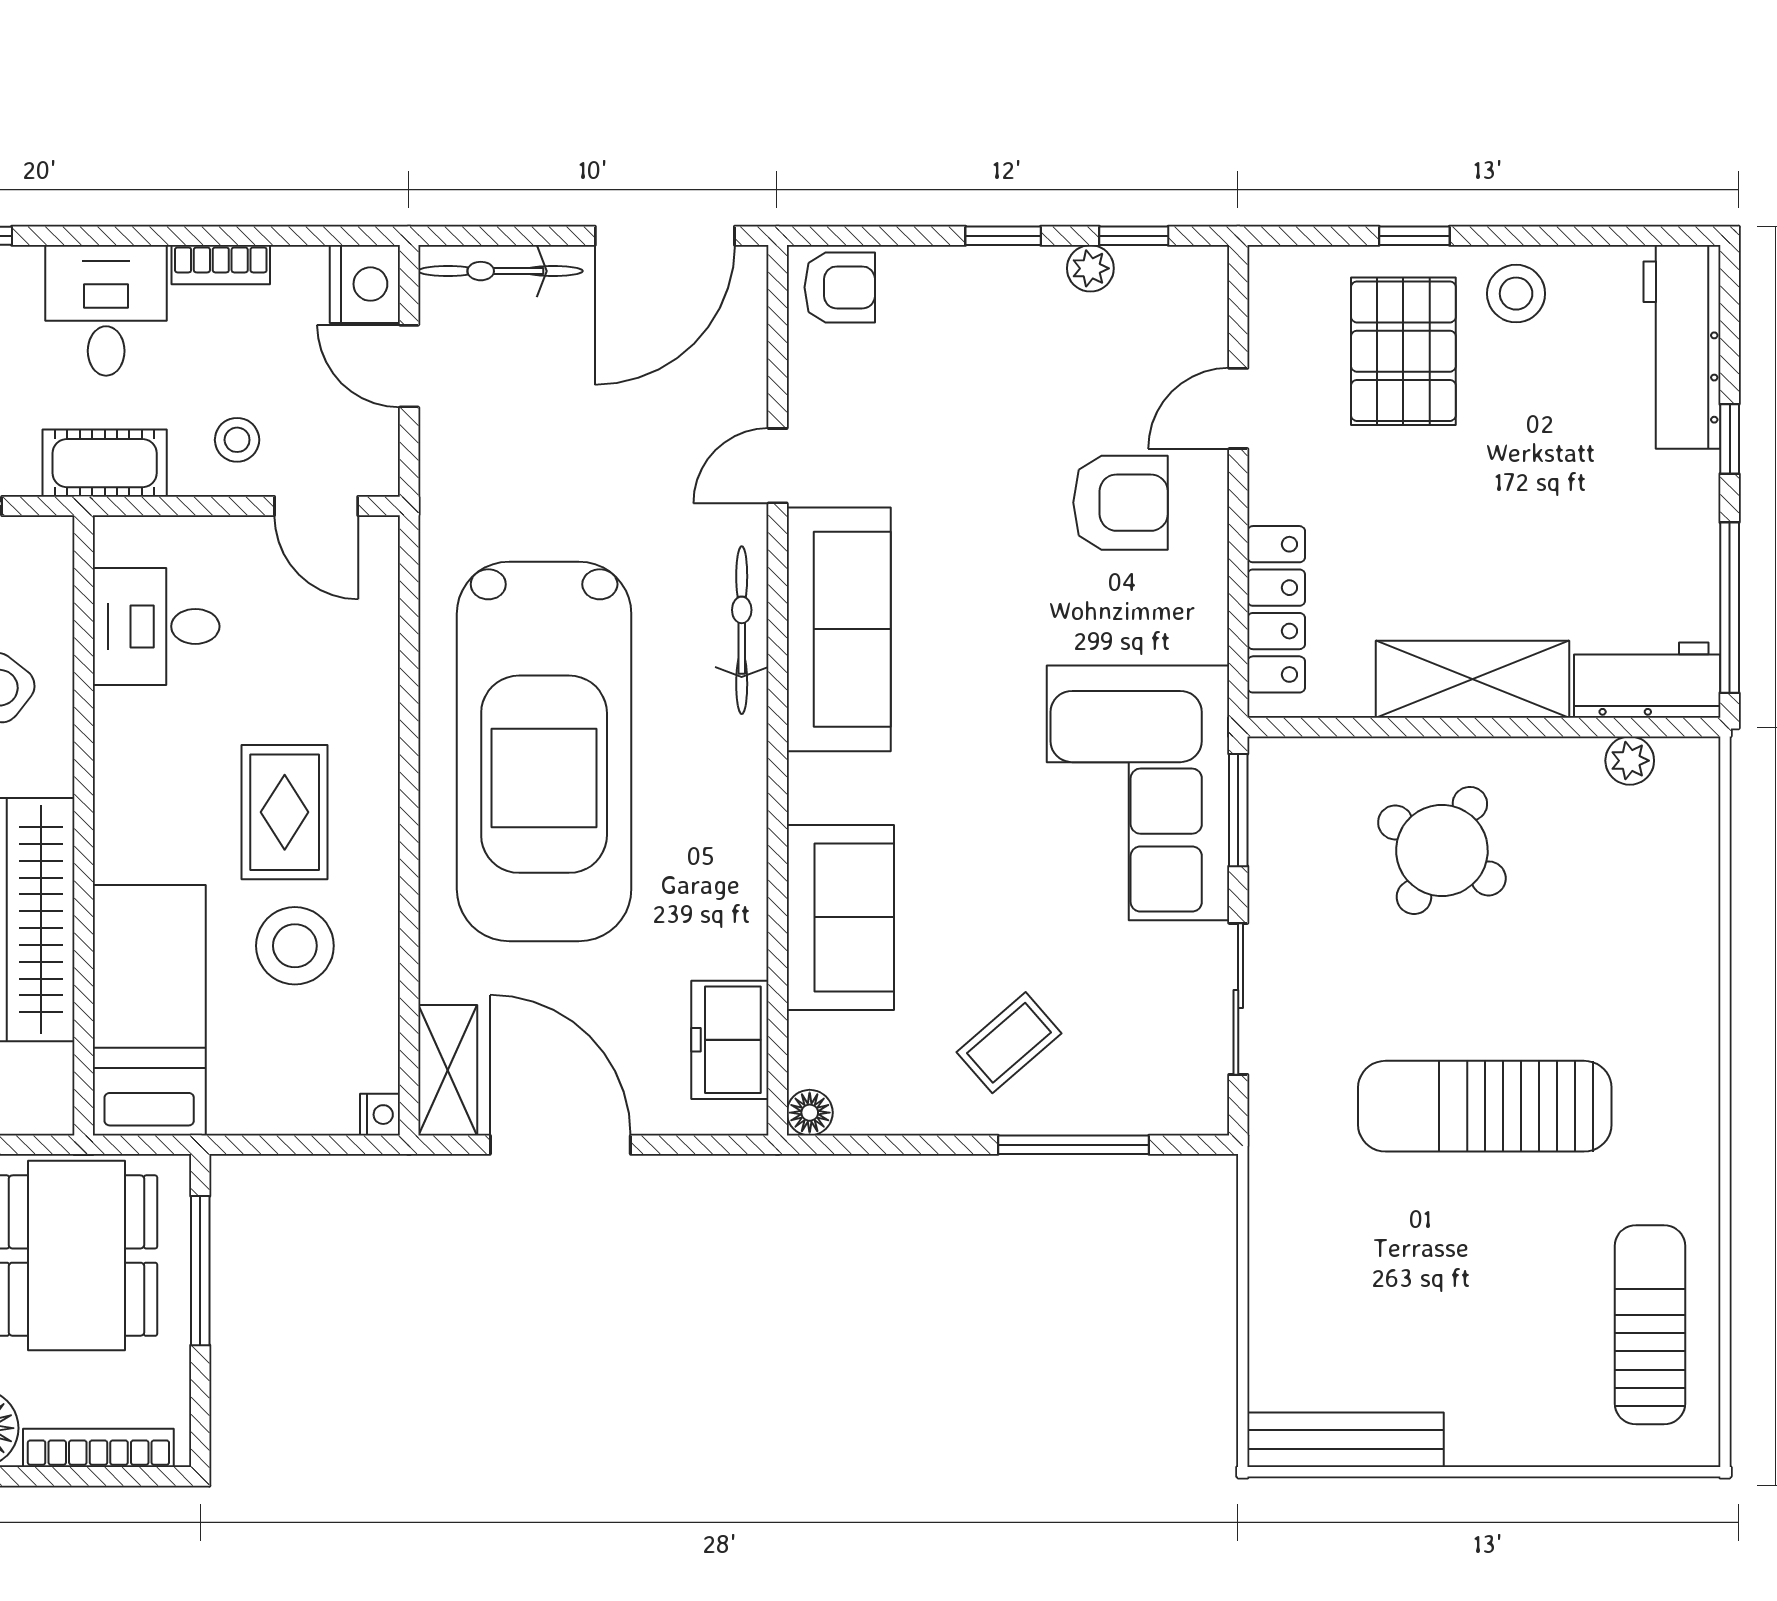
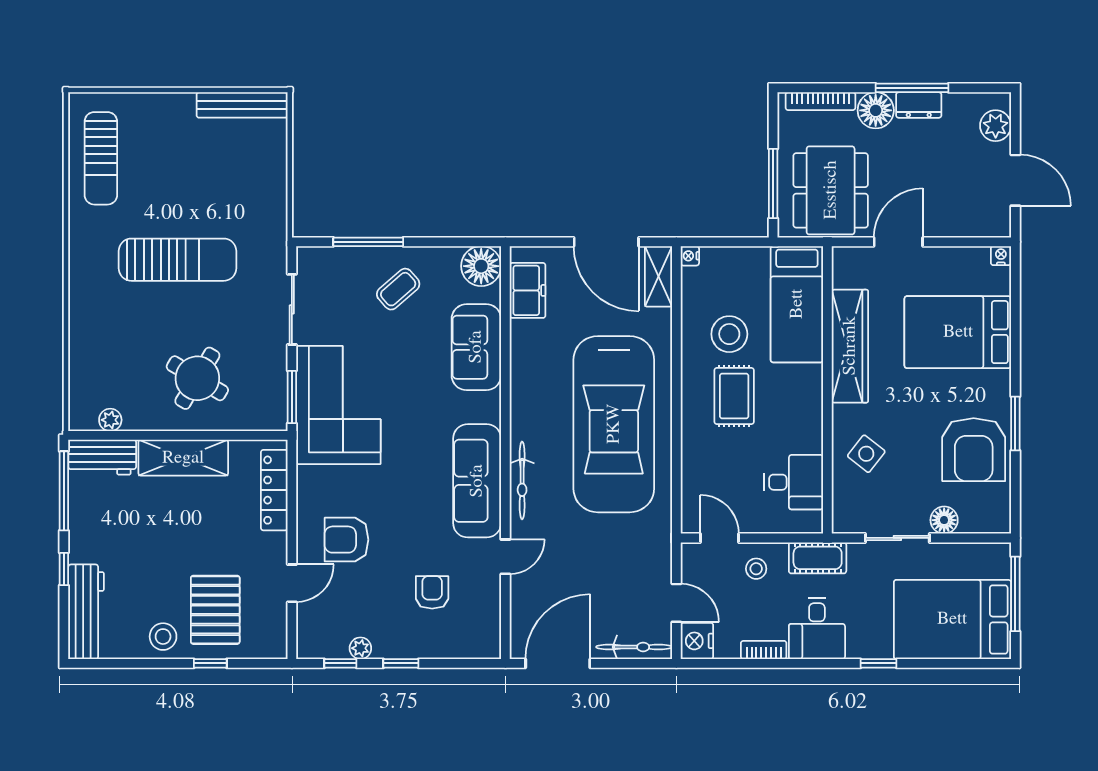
armchair: (840, 287) -> (432, 592), moved, turned 90
car: (544, 751) -> (614, 424), turned 180
floor lamp: (810, 1113) -> (481, 266), width x1.89, depth x1.89

